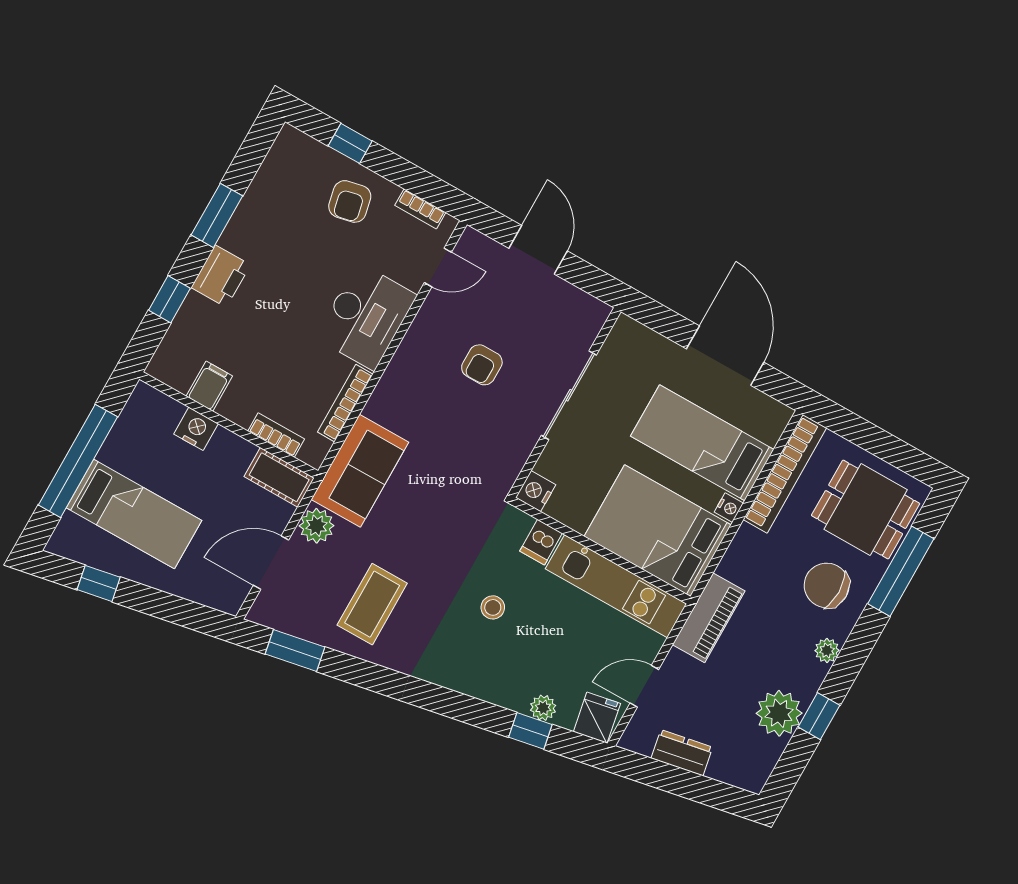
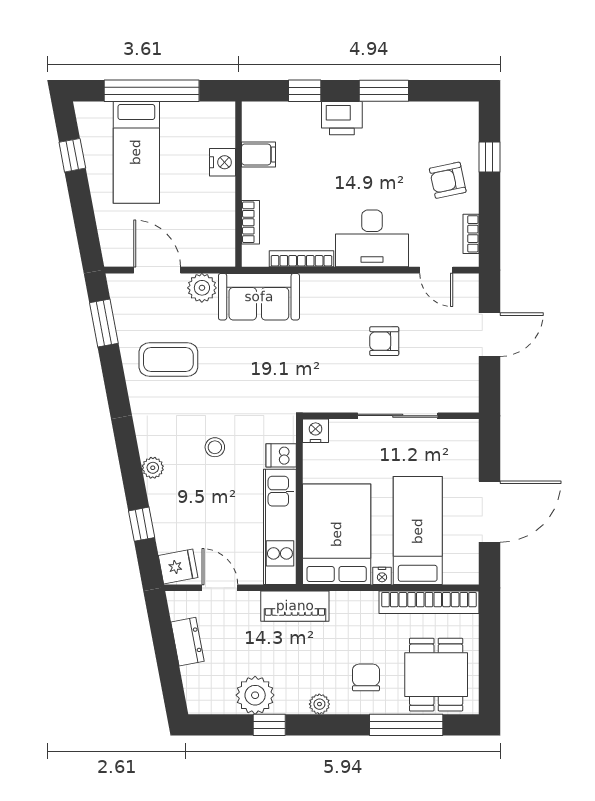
cot: (279, 477) -> (221, 241), removed
chair: (827, 585) -> (366, 677), width x0.73, depth x0.73
plant: (543, 708) -> (153, 468), moved

